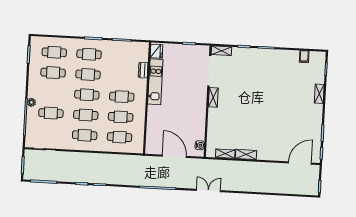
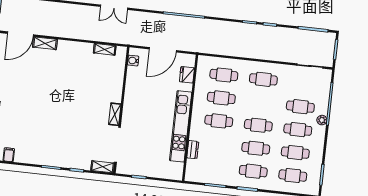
fridge: (156, 51) -> (187, 75), moved
kitchen unit: (155, 82) -> (181, 126), width x1.36
cafe table: (86, 115) -> (298, 130), moved
shelving: (246, 154) -> (45, 43), moved
door: (174, 156) -> (163, 50), hinge flipped
double door: (208, 191) -> (114, 7), moved

